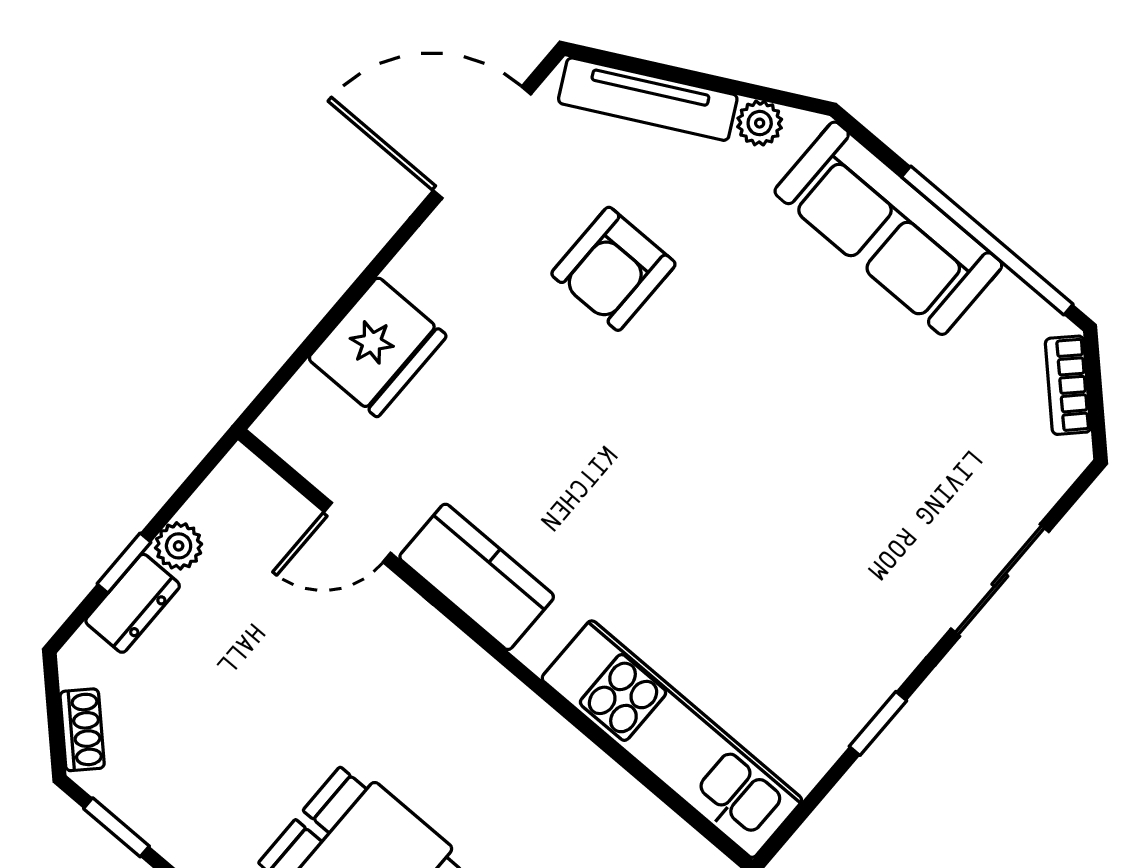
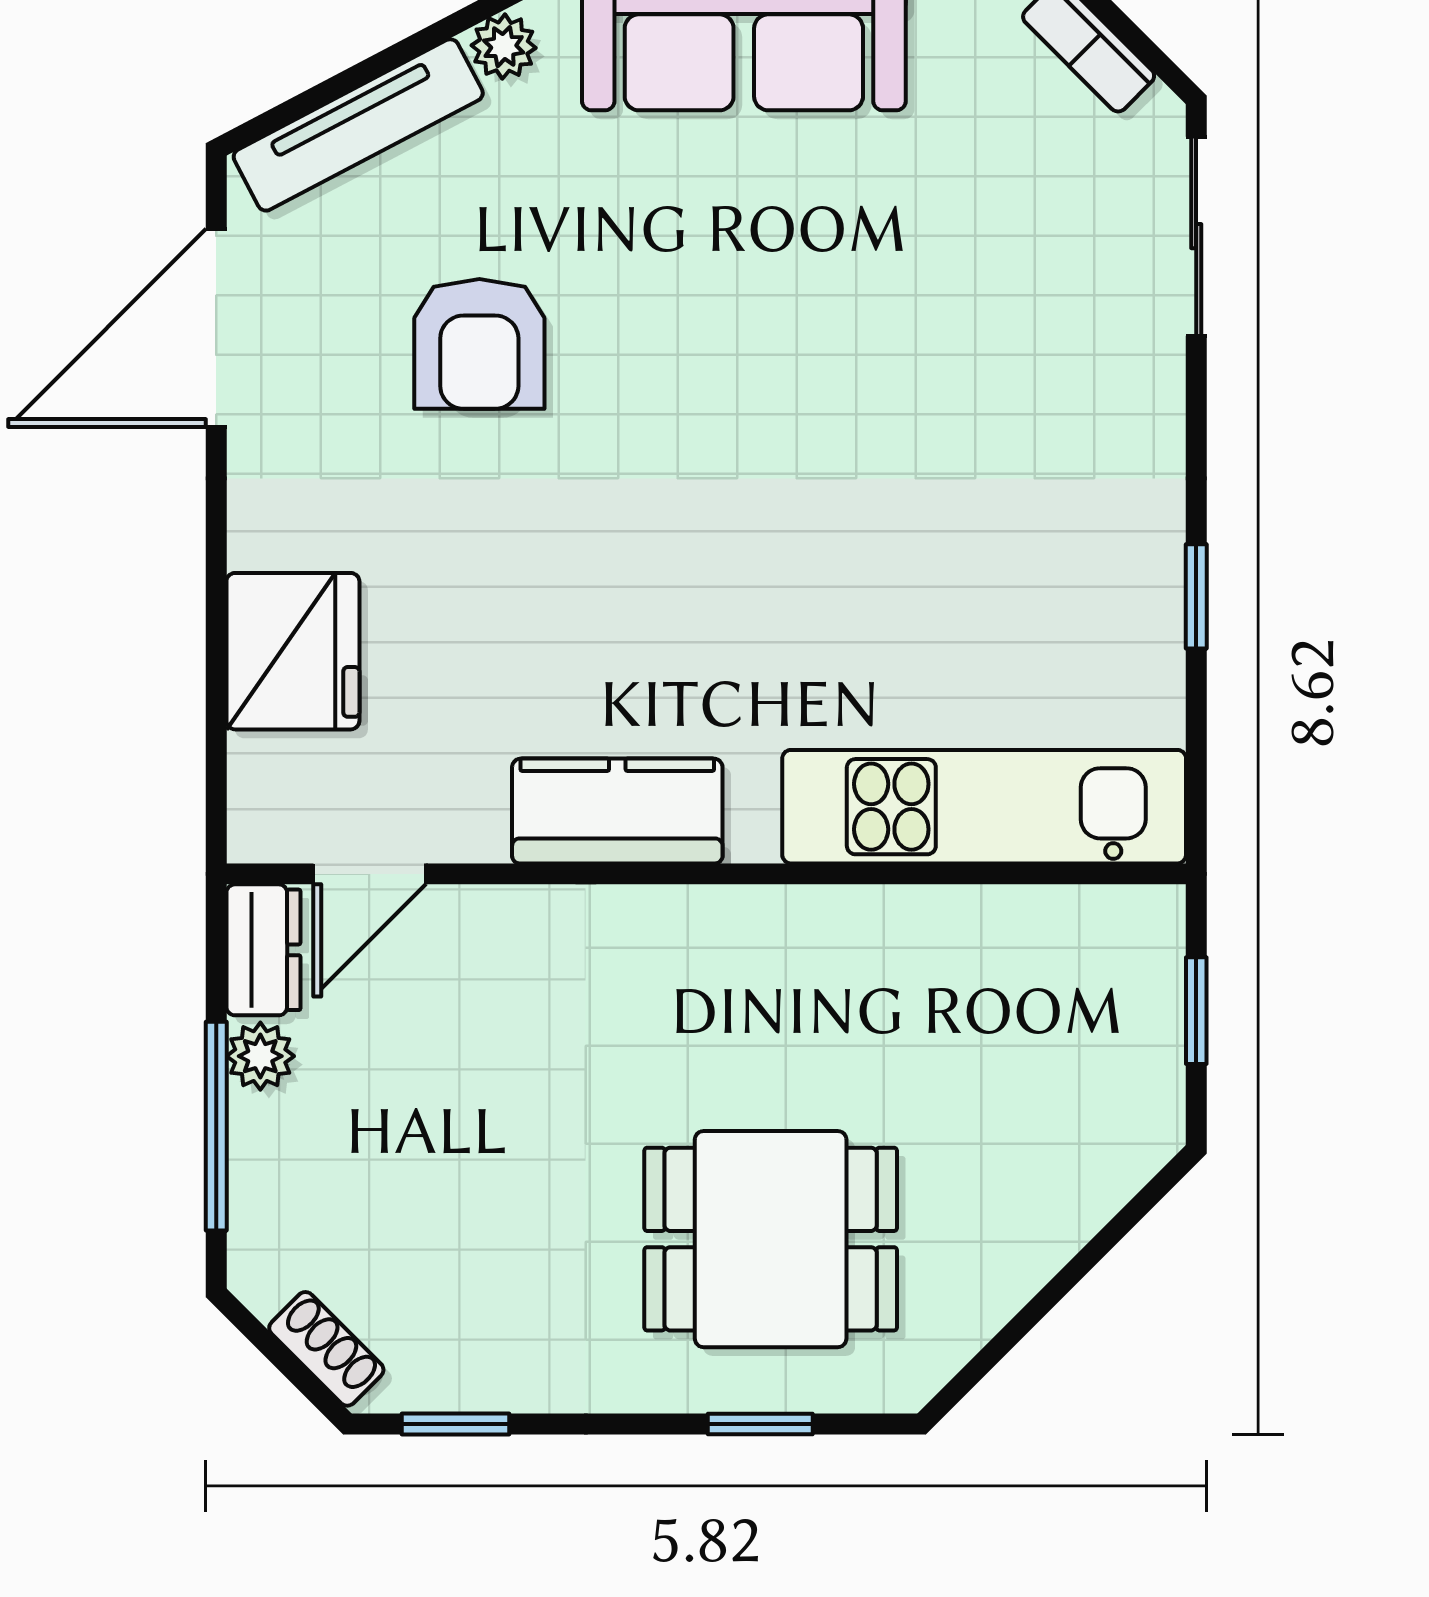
door: (357, 532) -> (370, 874), moved
window: (124, 563) -> (216, 1126), width x2.17
sliding door: (1000, 580) -> (1196, 236), moved
dresser: (133, 603) -> (263, 950), moved

